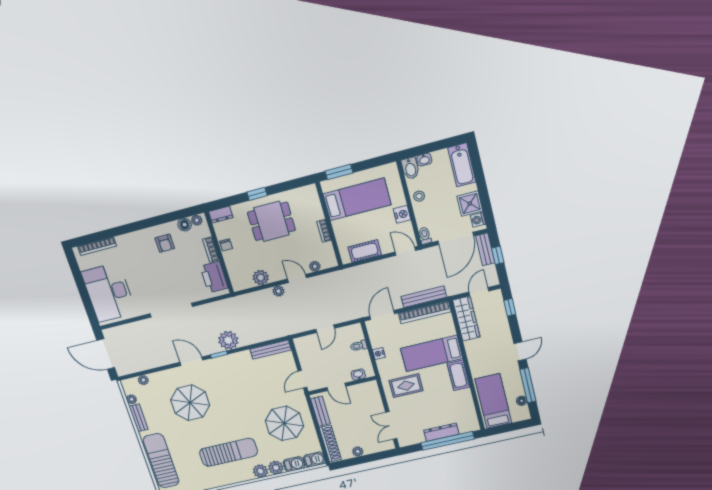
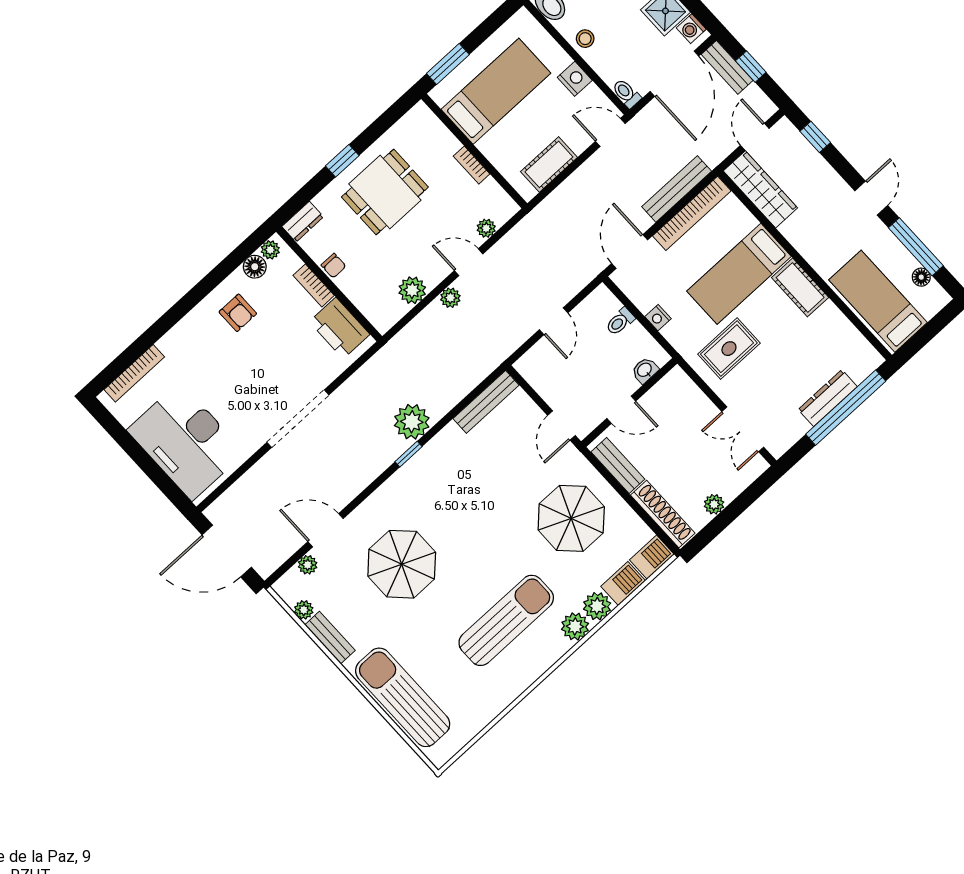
door: (191, 361) -> (326, 530), moved

